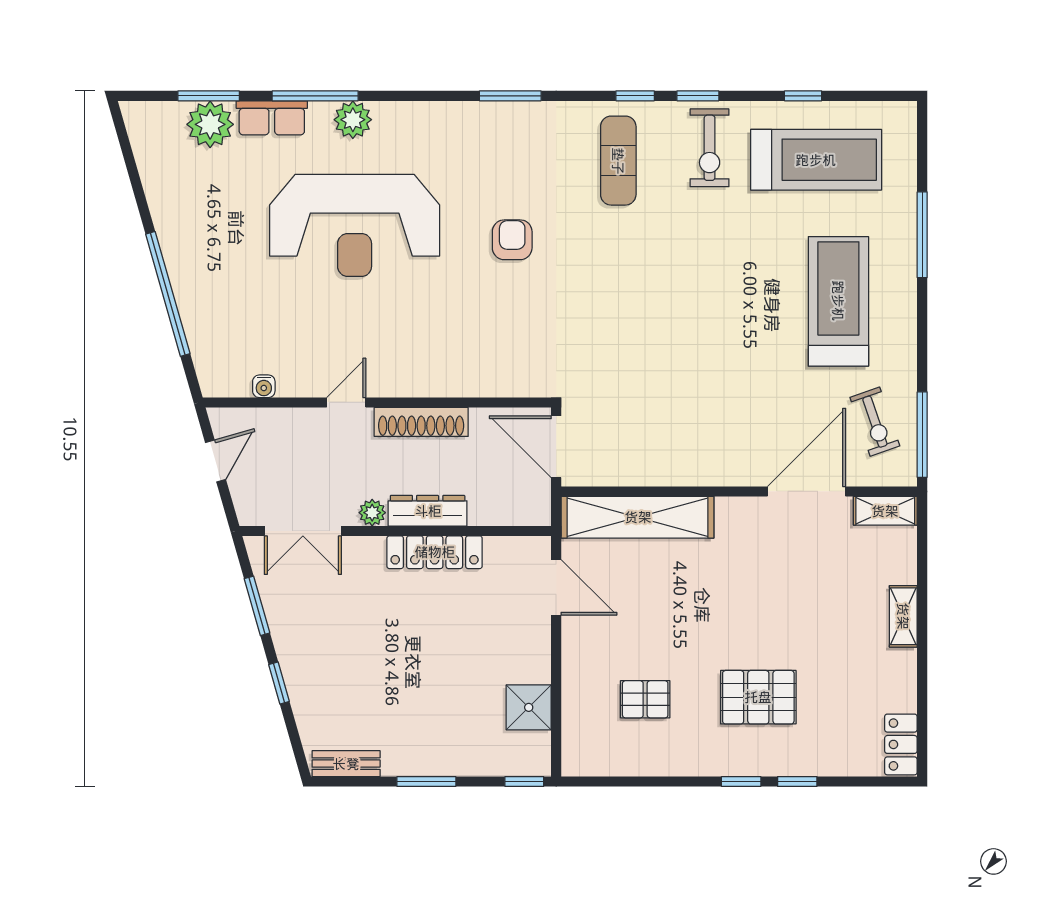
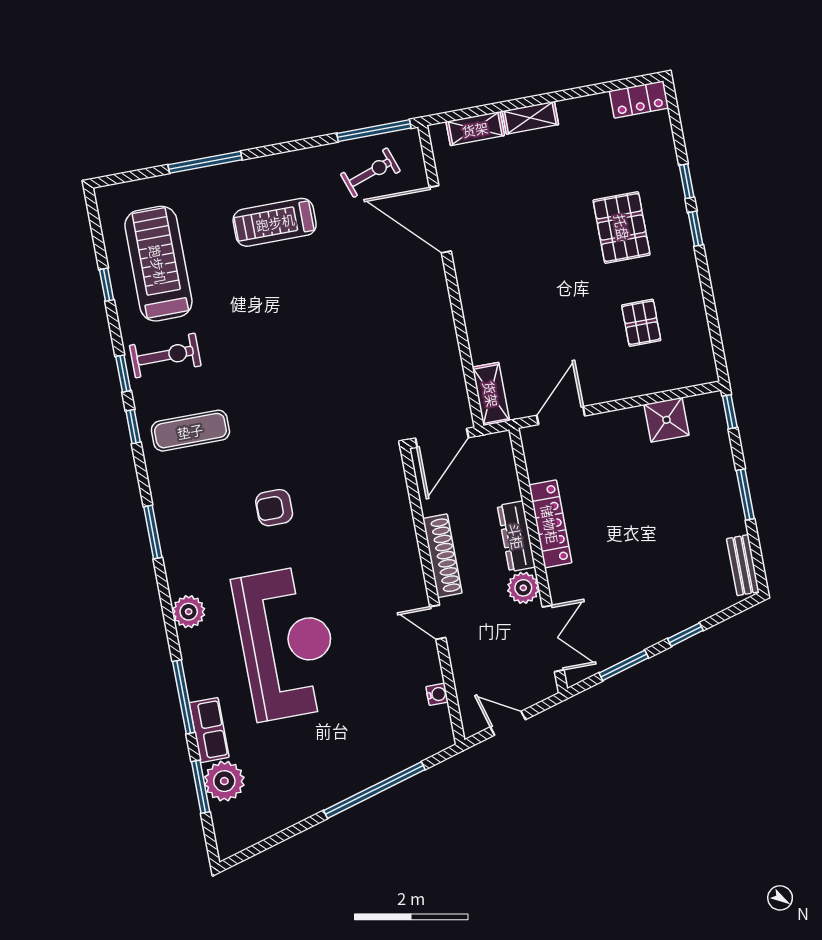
plant: (353, 120) -> (189, 612), moved
treadmill: (838, 301) -> (275, 222), width x0.73, depth x0.73
shelving: (885, 511) -> (475, 129), moved, turned 90
plant: (372, 513) -> (523, 588), width x1.38, depth x1.38
shelving: (638, 517) -> (491, 394), width x0.45, depth x0.75

